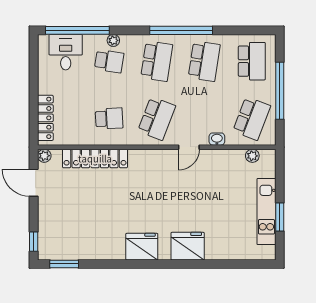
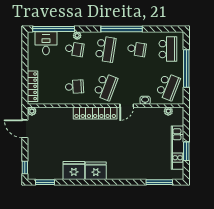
school desk: (204, 61) -> (137, 49), width x0.54
locker: (95, 158) -> (95, 113), moved
fridge: (188, 246) -> (74, 170), moved
window: (238, 264) -> (159, 182), added

